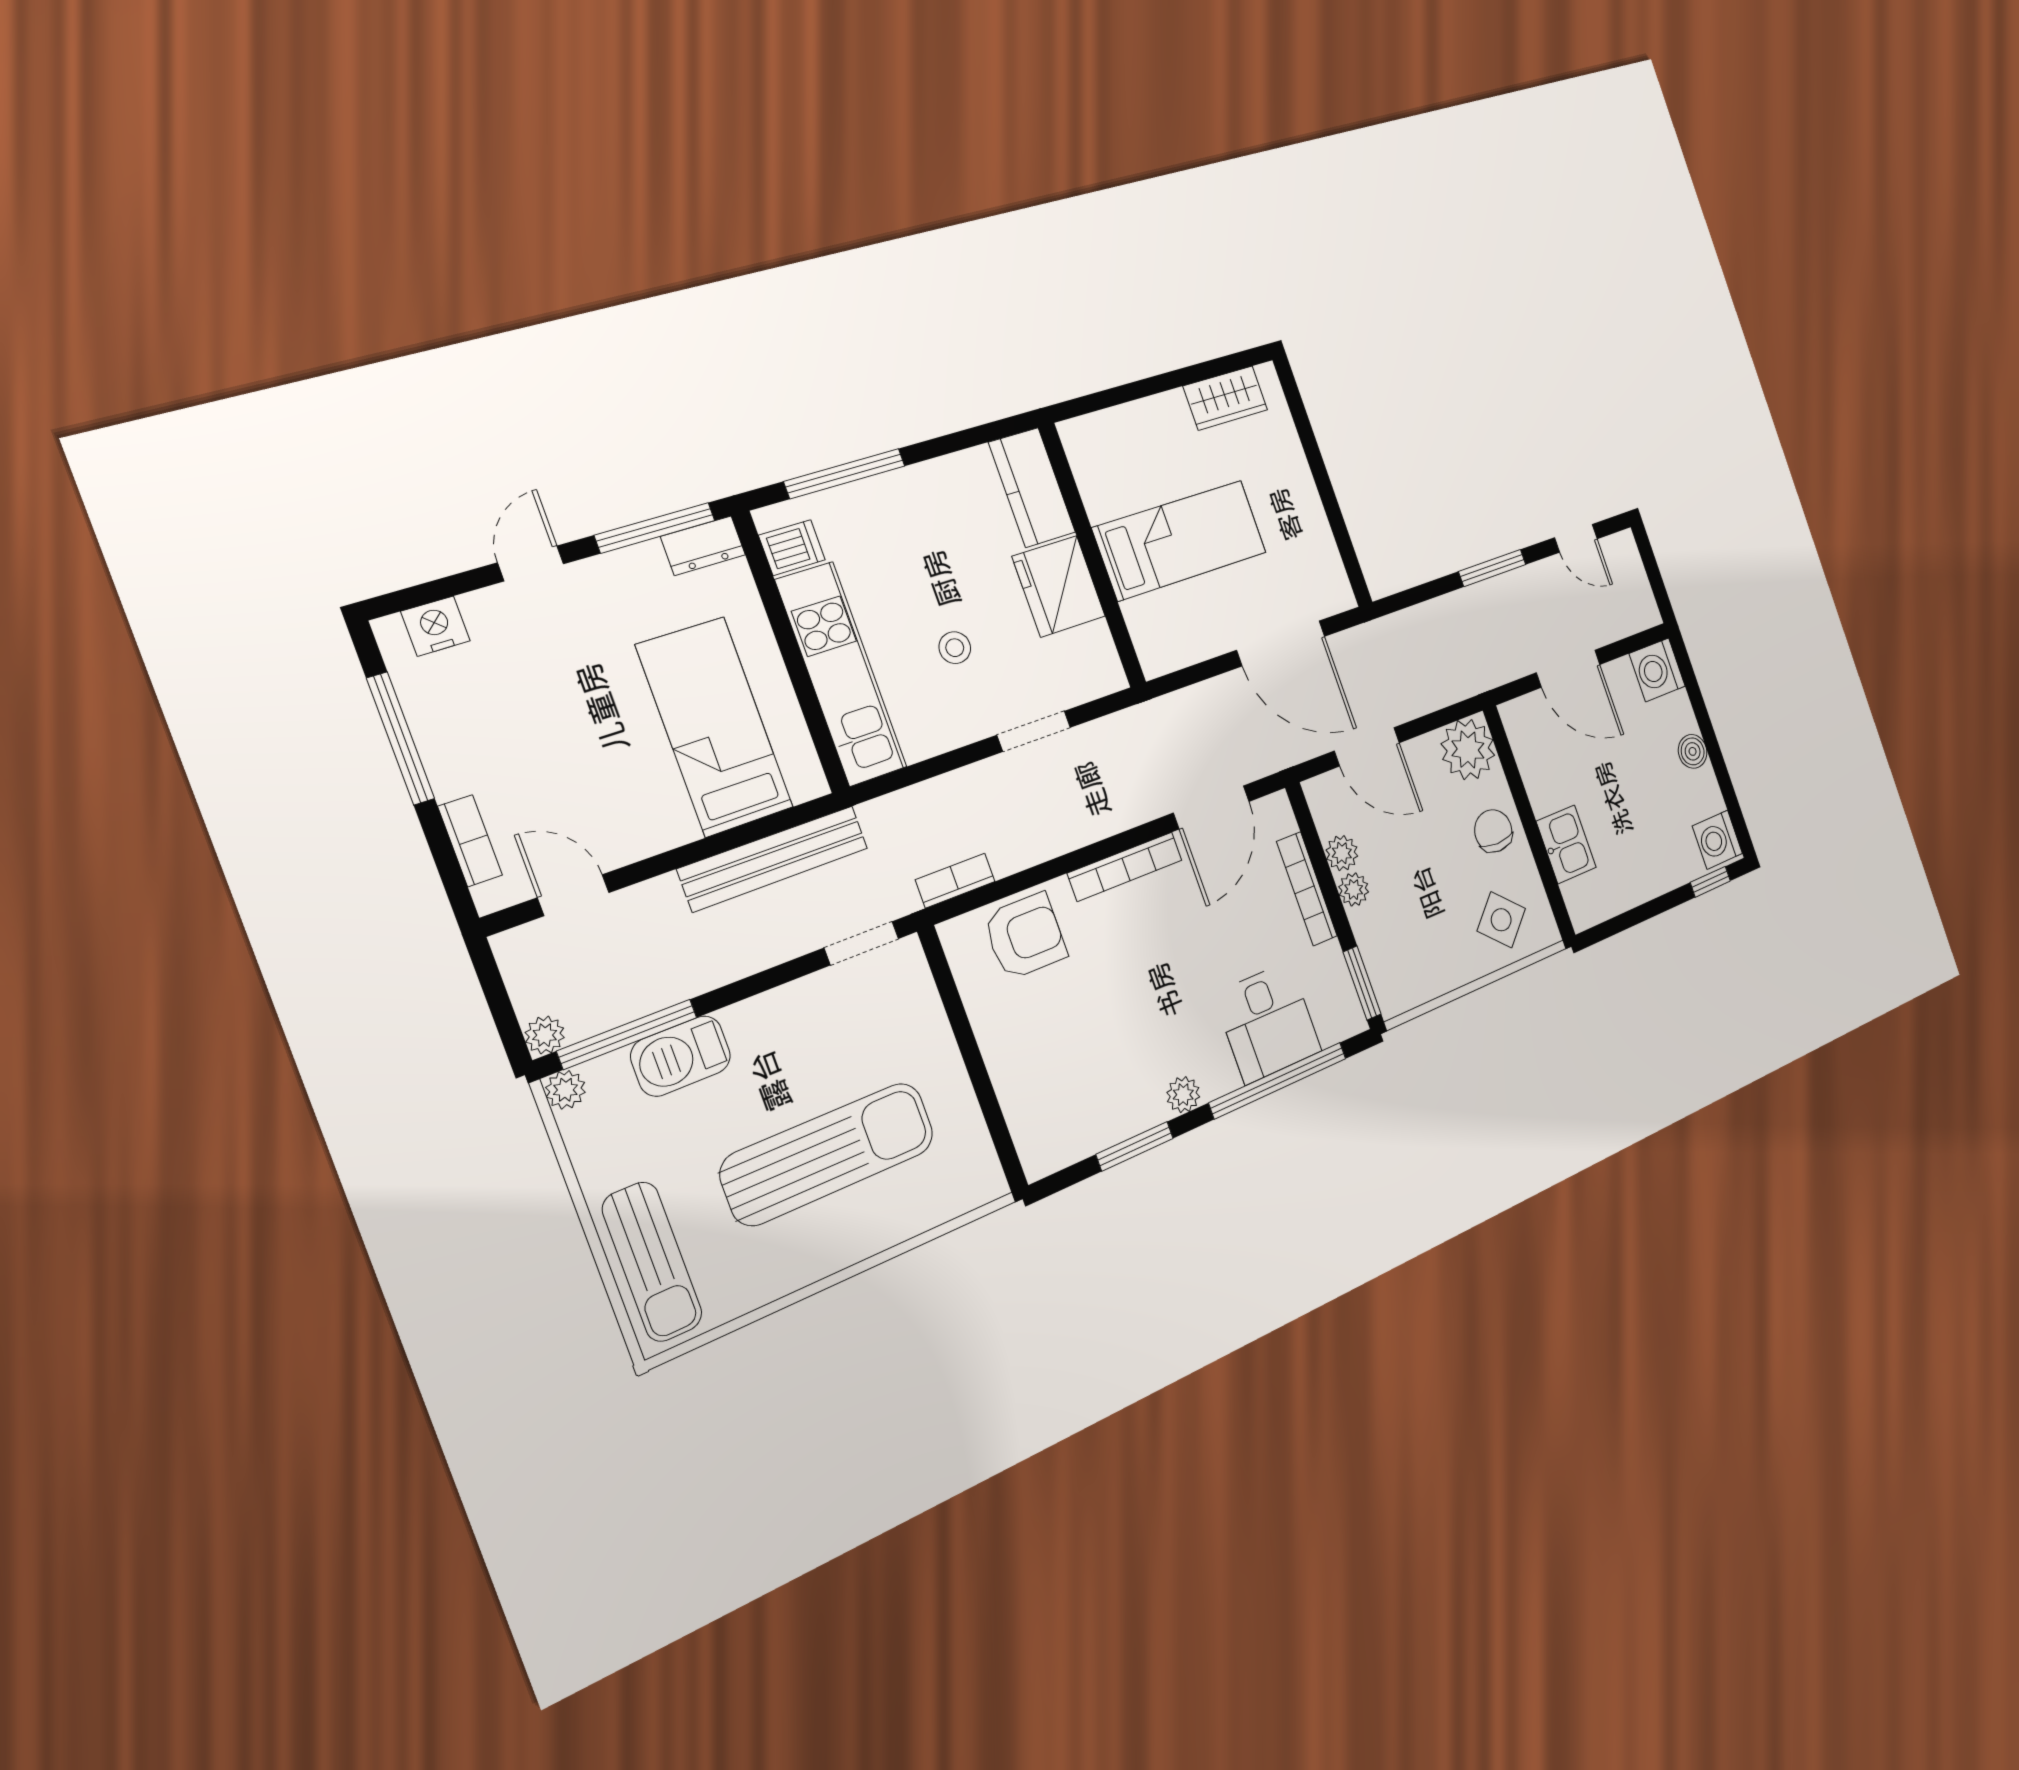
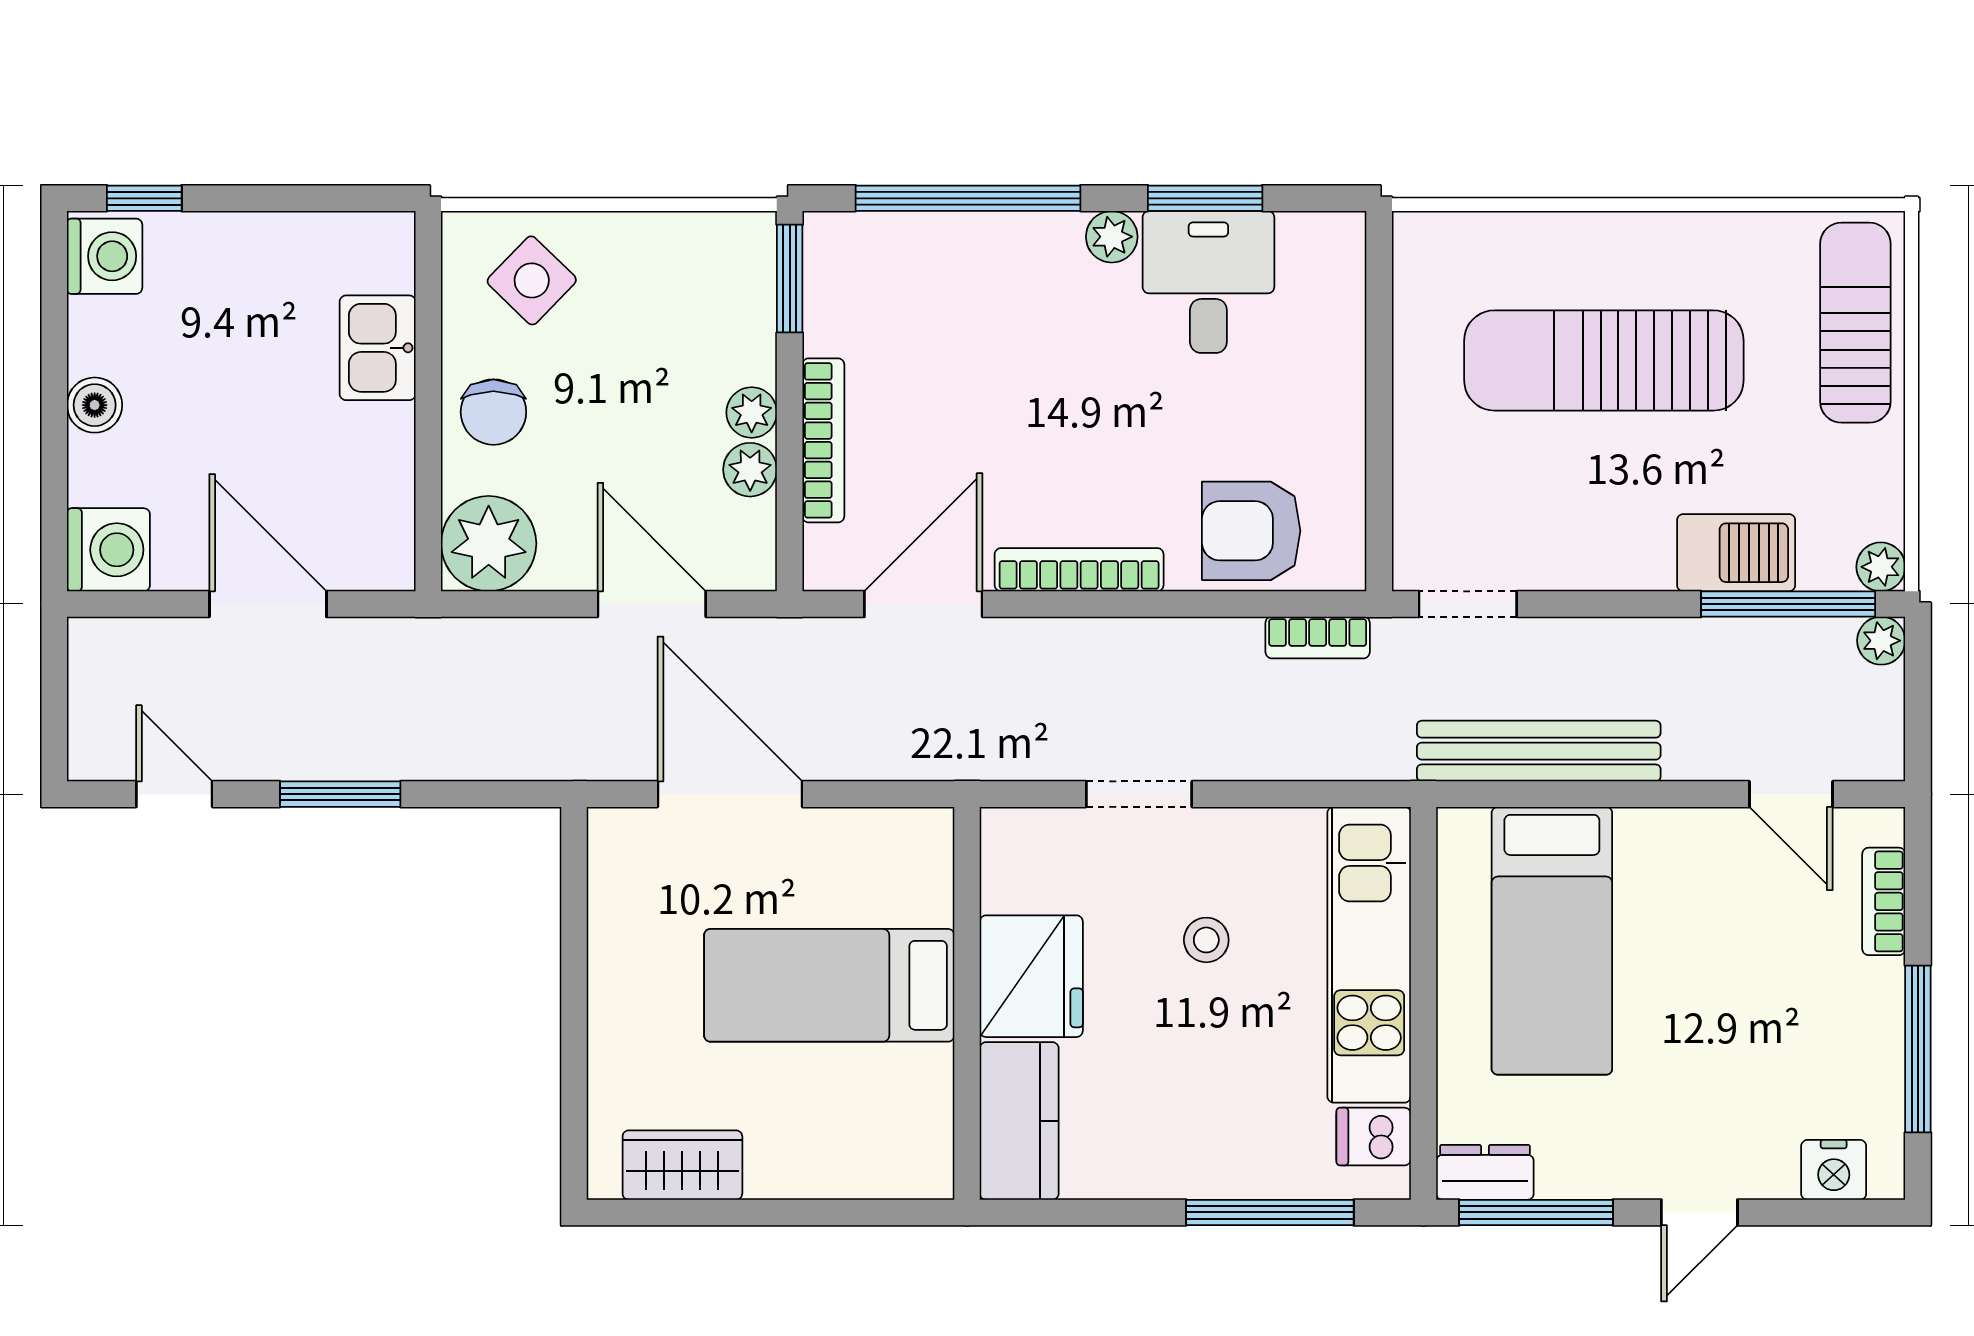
desk: (1268, 1023) -> (1208, 282), moved

